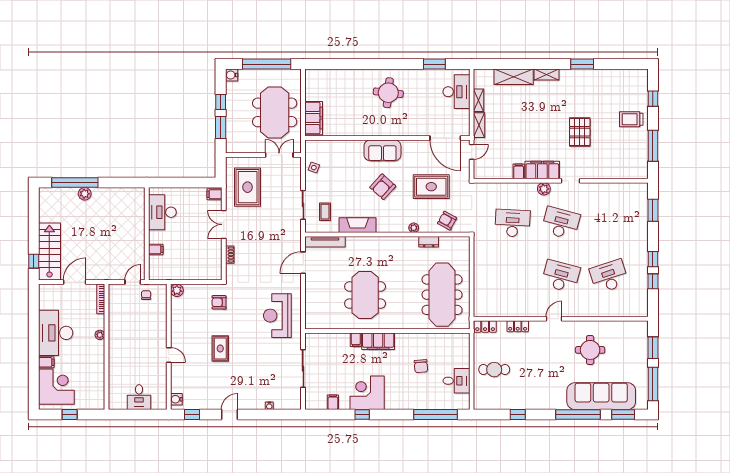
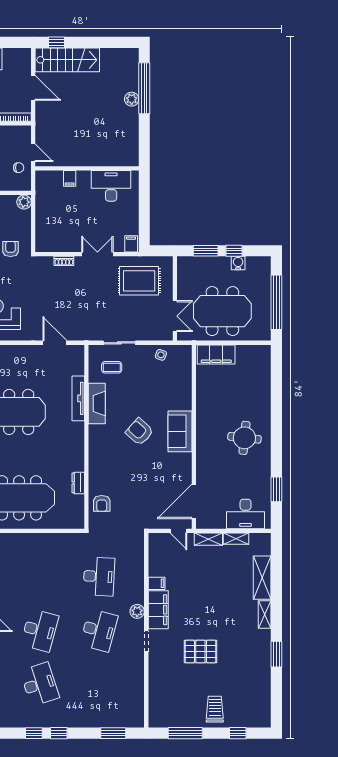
water cooler: (232, 75) -> (238, 263), moved
rug: (431, 187) -> (140, 486), removed
armchair: (447, 221) -> (102, 503), turned 151
plant: (414, 228) -> (94, 466), removed
tv unit: (325, 242) -> (78, 398), moved

